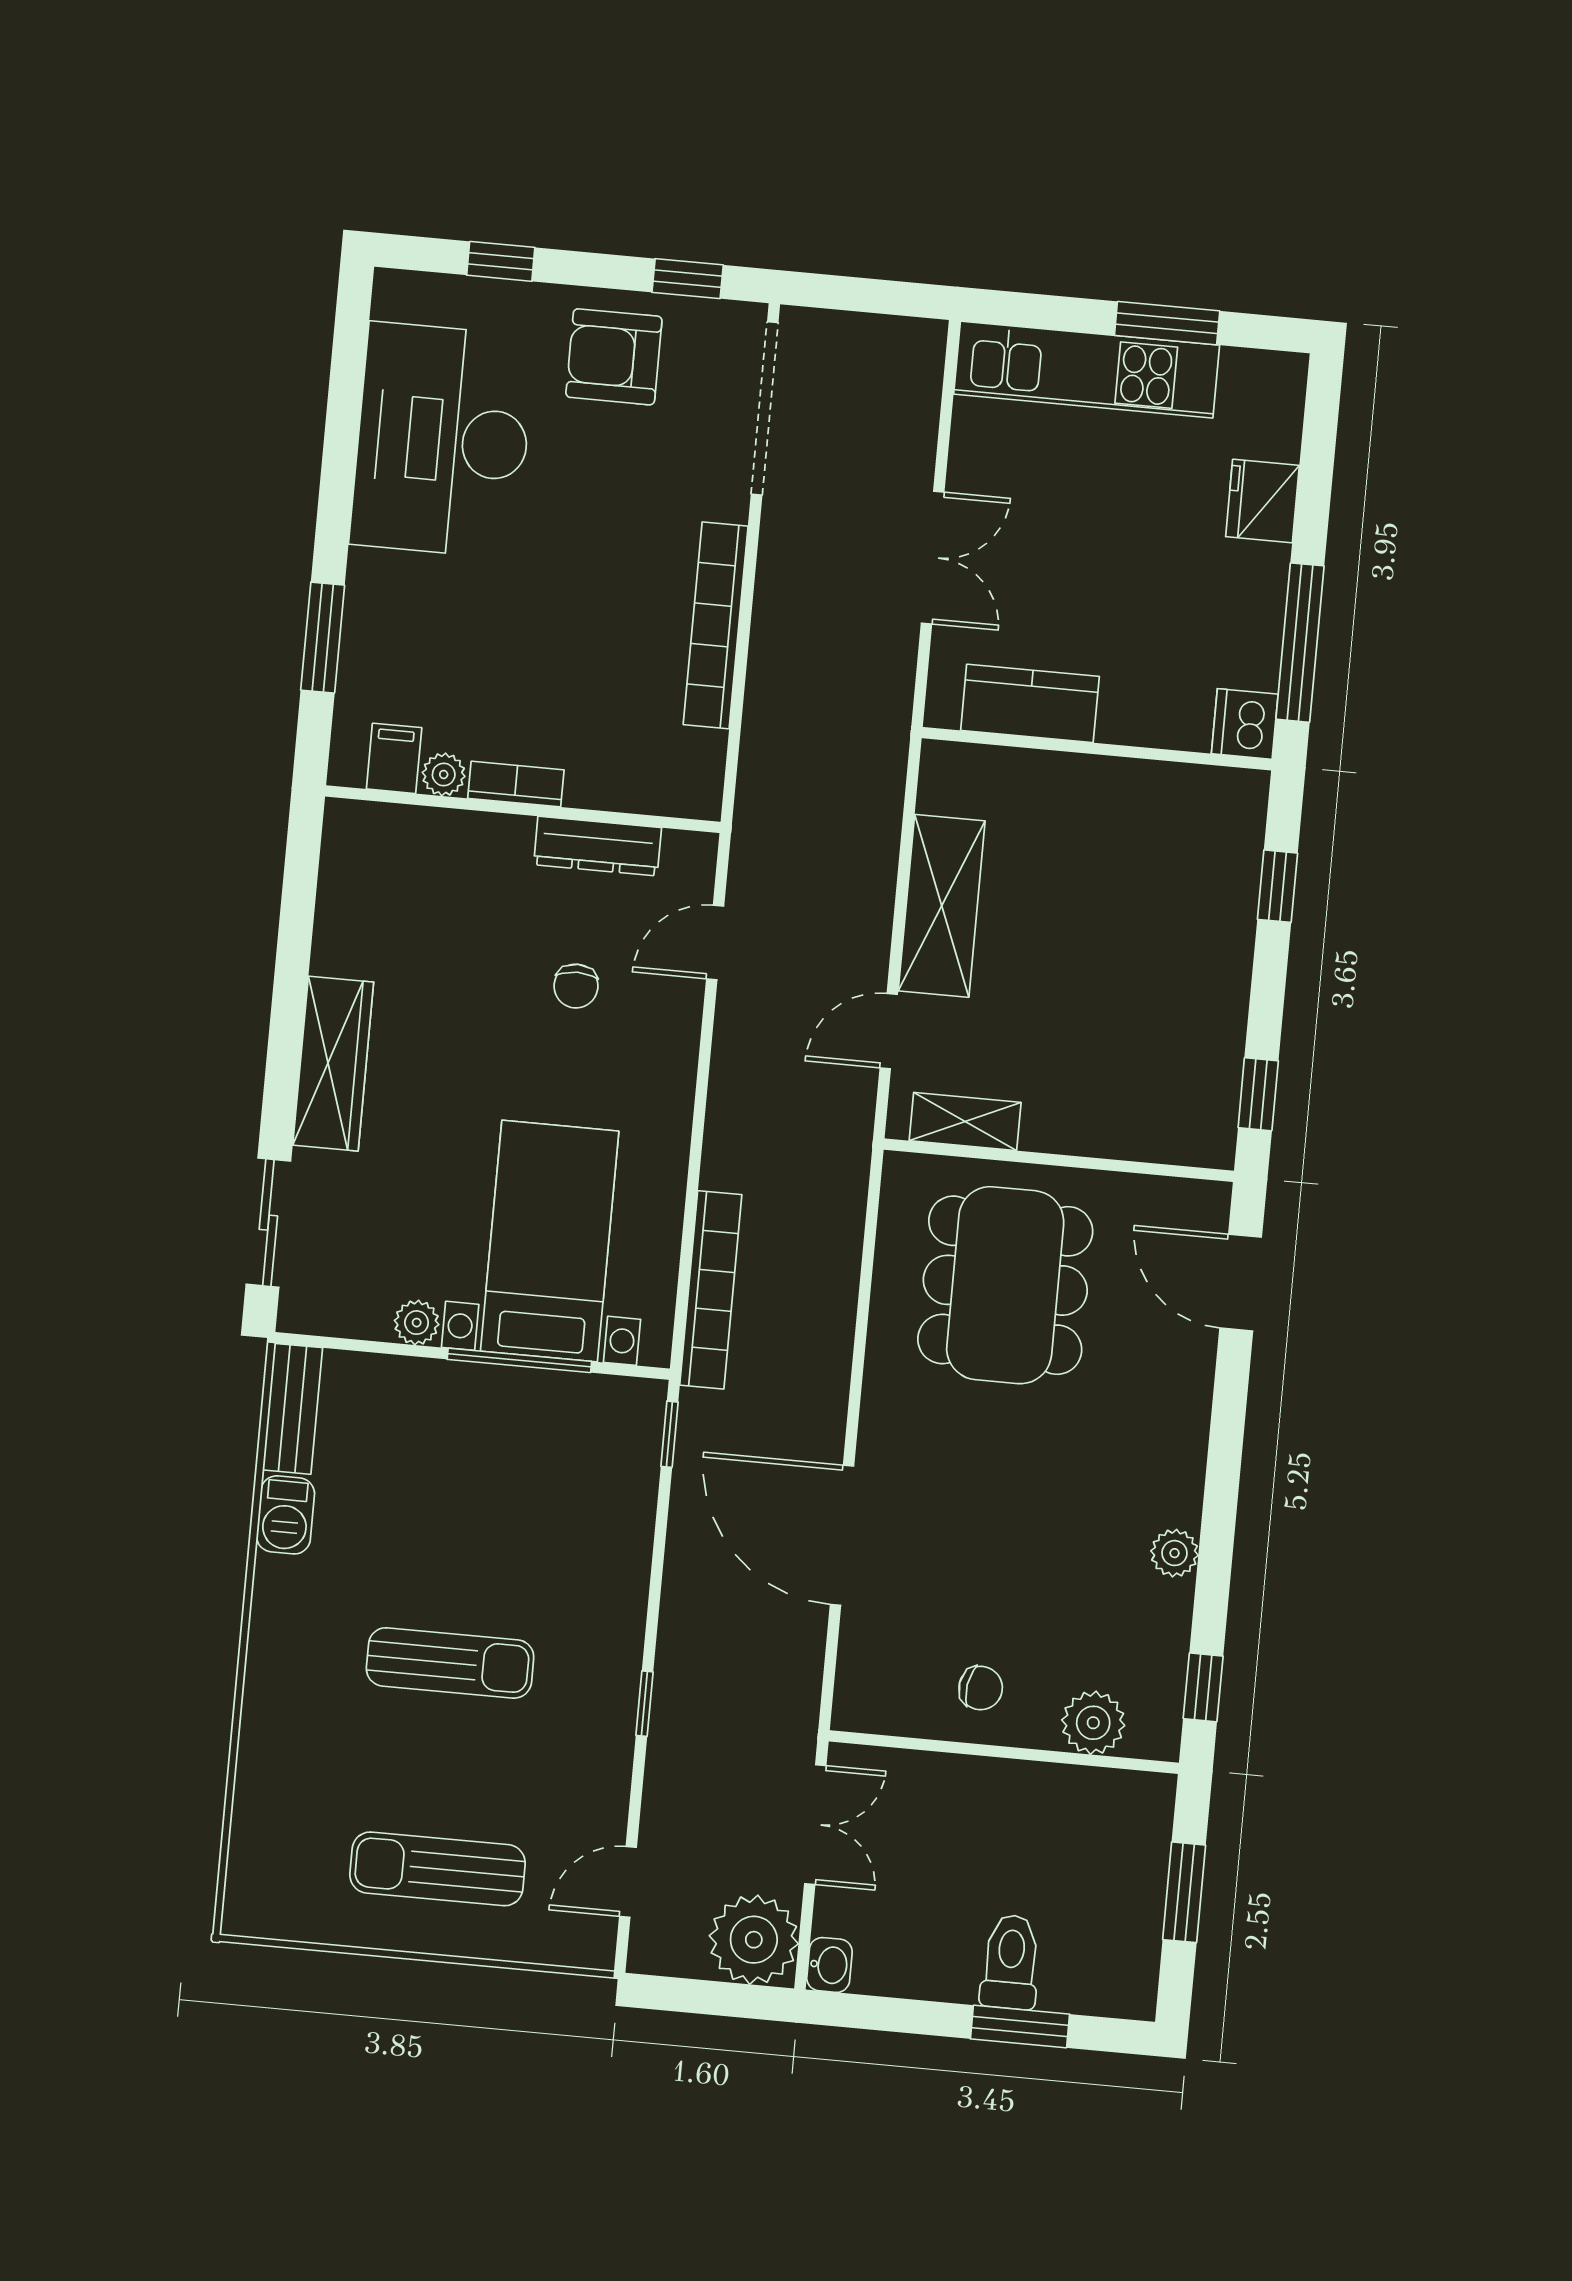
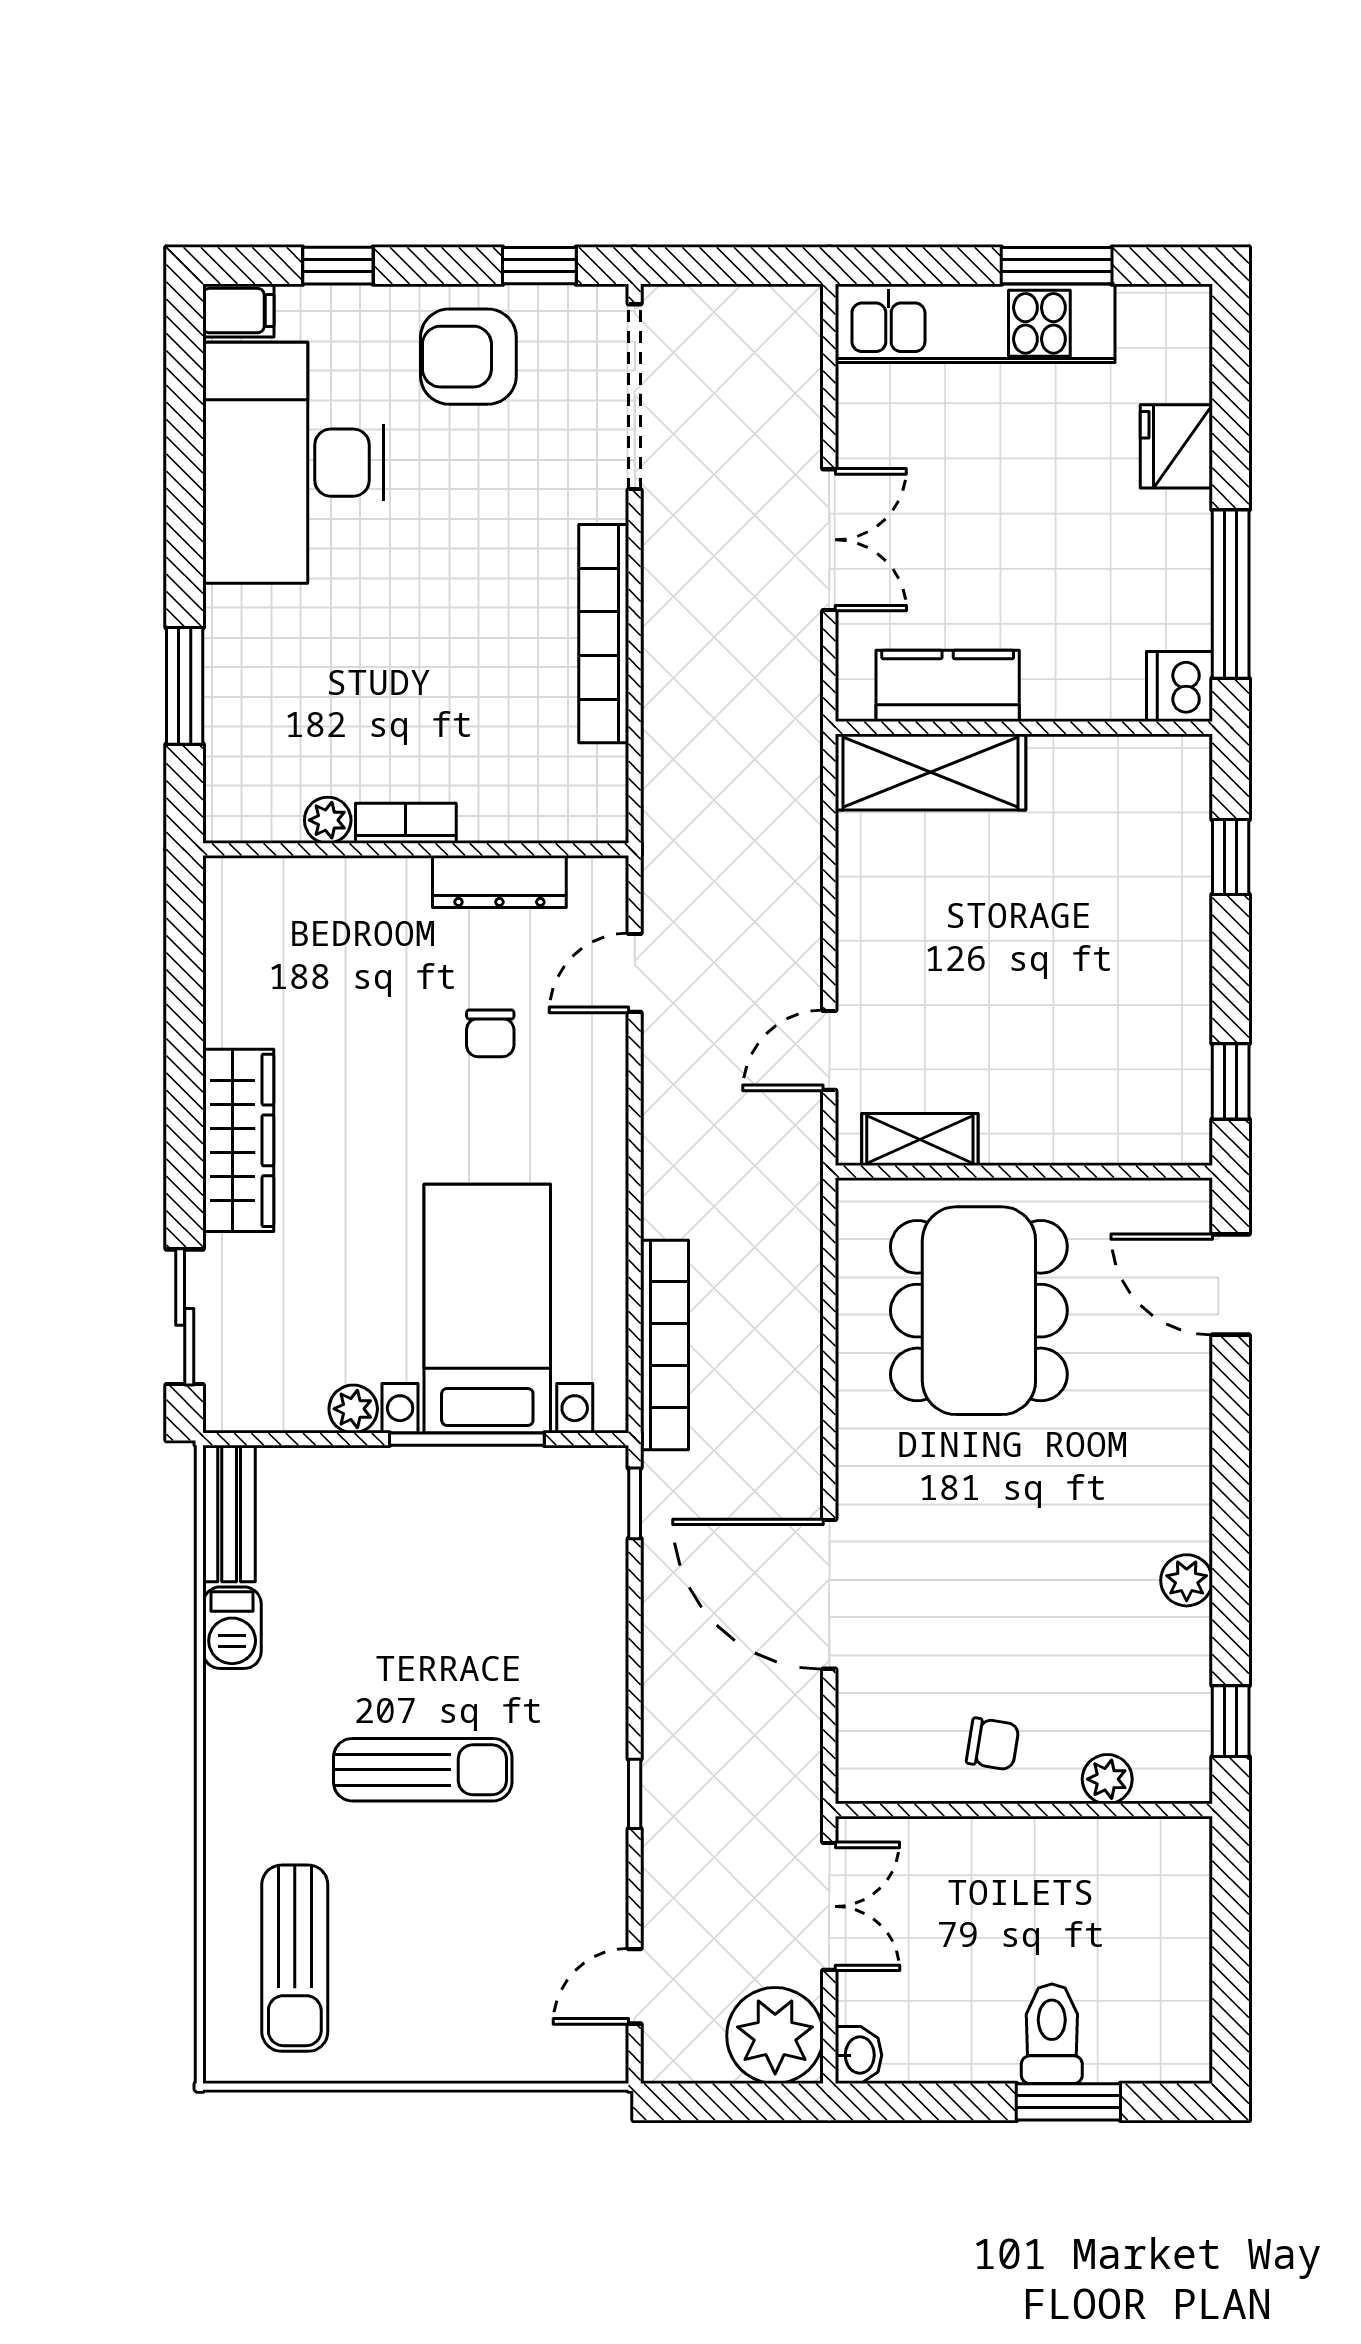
filing cabinet: (394, 758) -> (238, 311), moved, turned 90
shelving: (942, 906) -> (931, 772), moved, turned 90
plant: (1093, 1723) -> (1107, 1779), width x0.73, depth x0.73
sun lounger: (438, 1869) -> (295, 1958), moved, turned -90
window: (1184, 1892) -> (1231, 1942), removed

